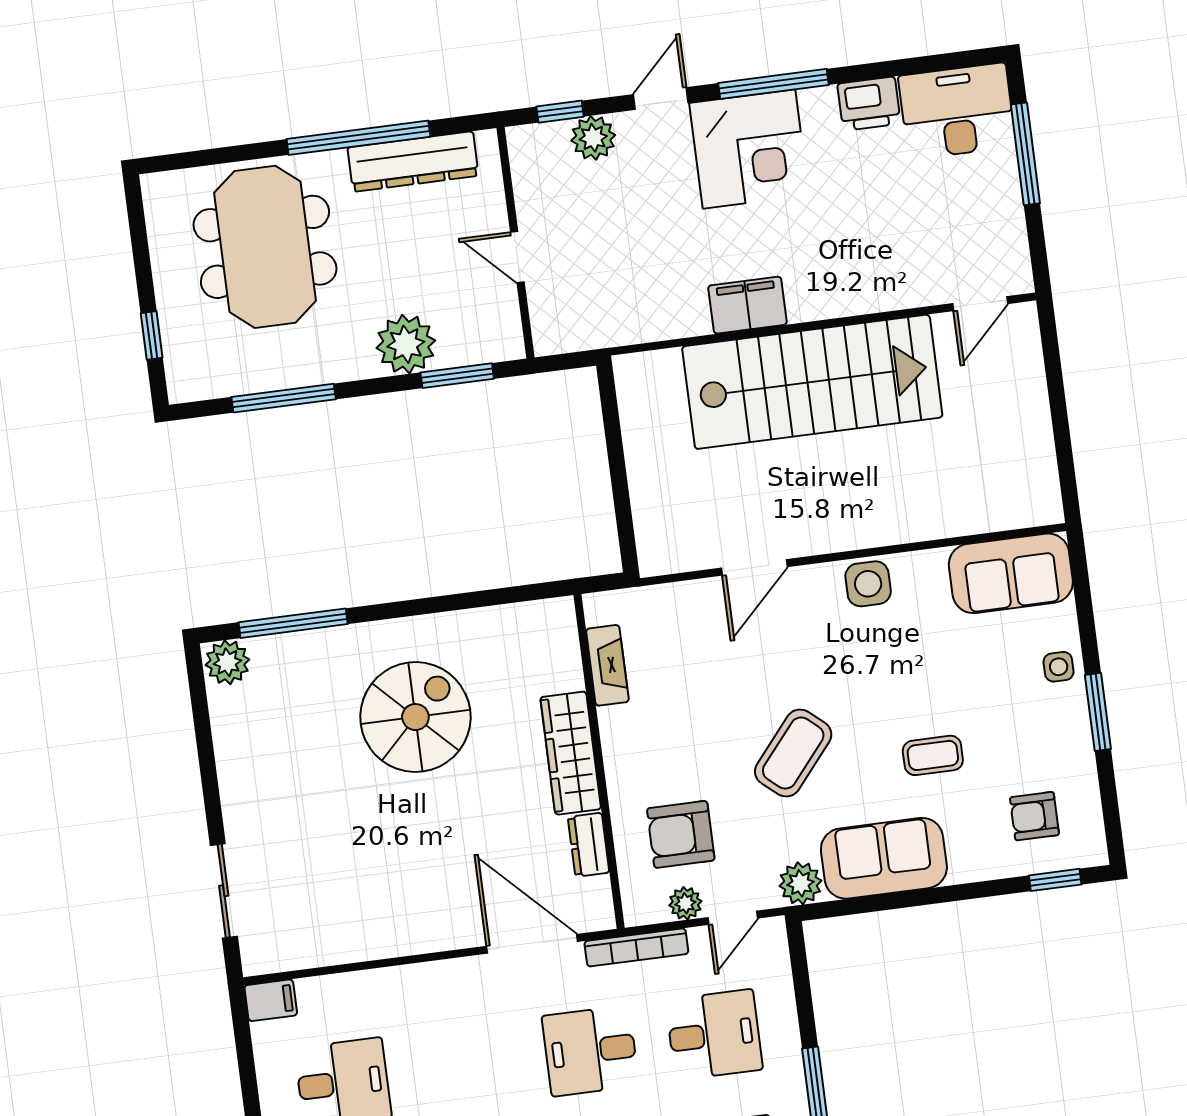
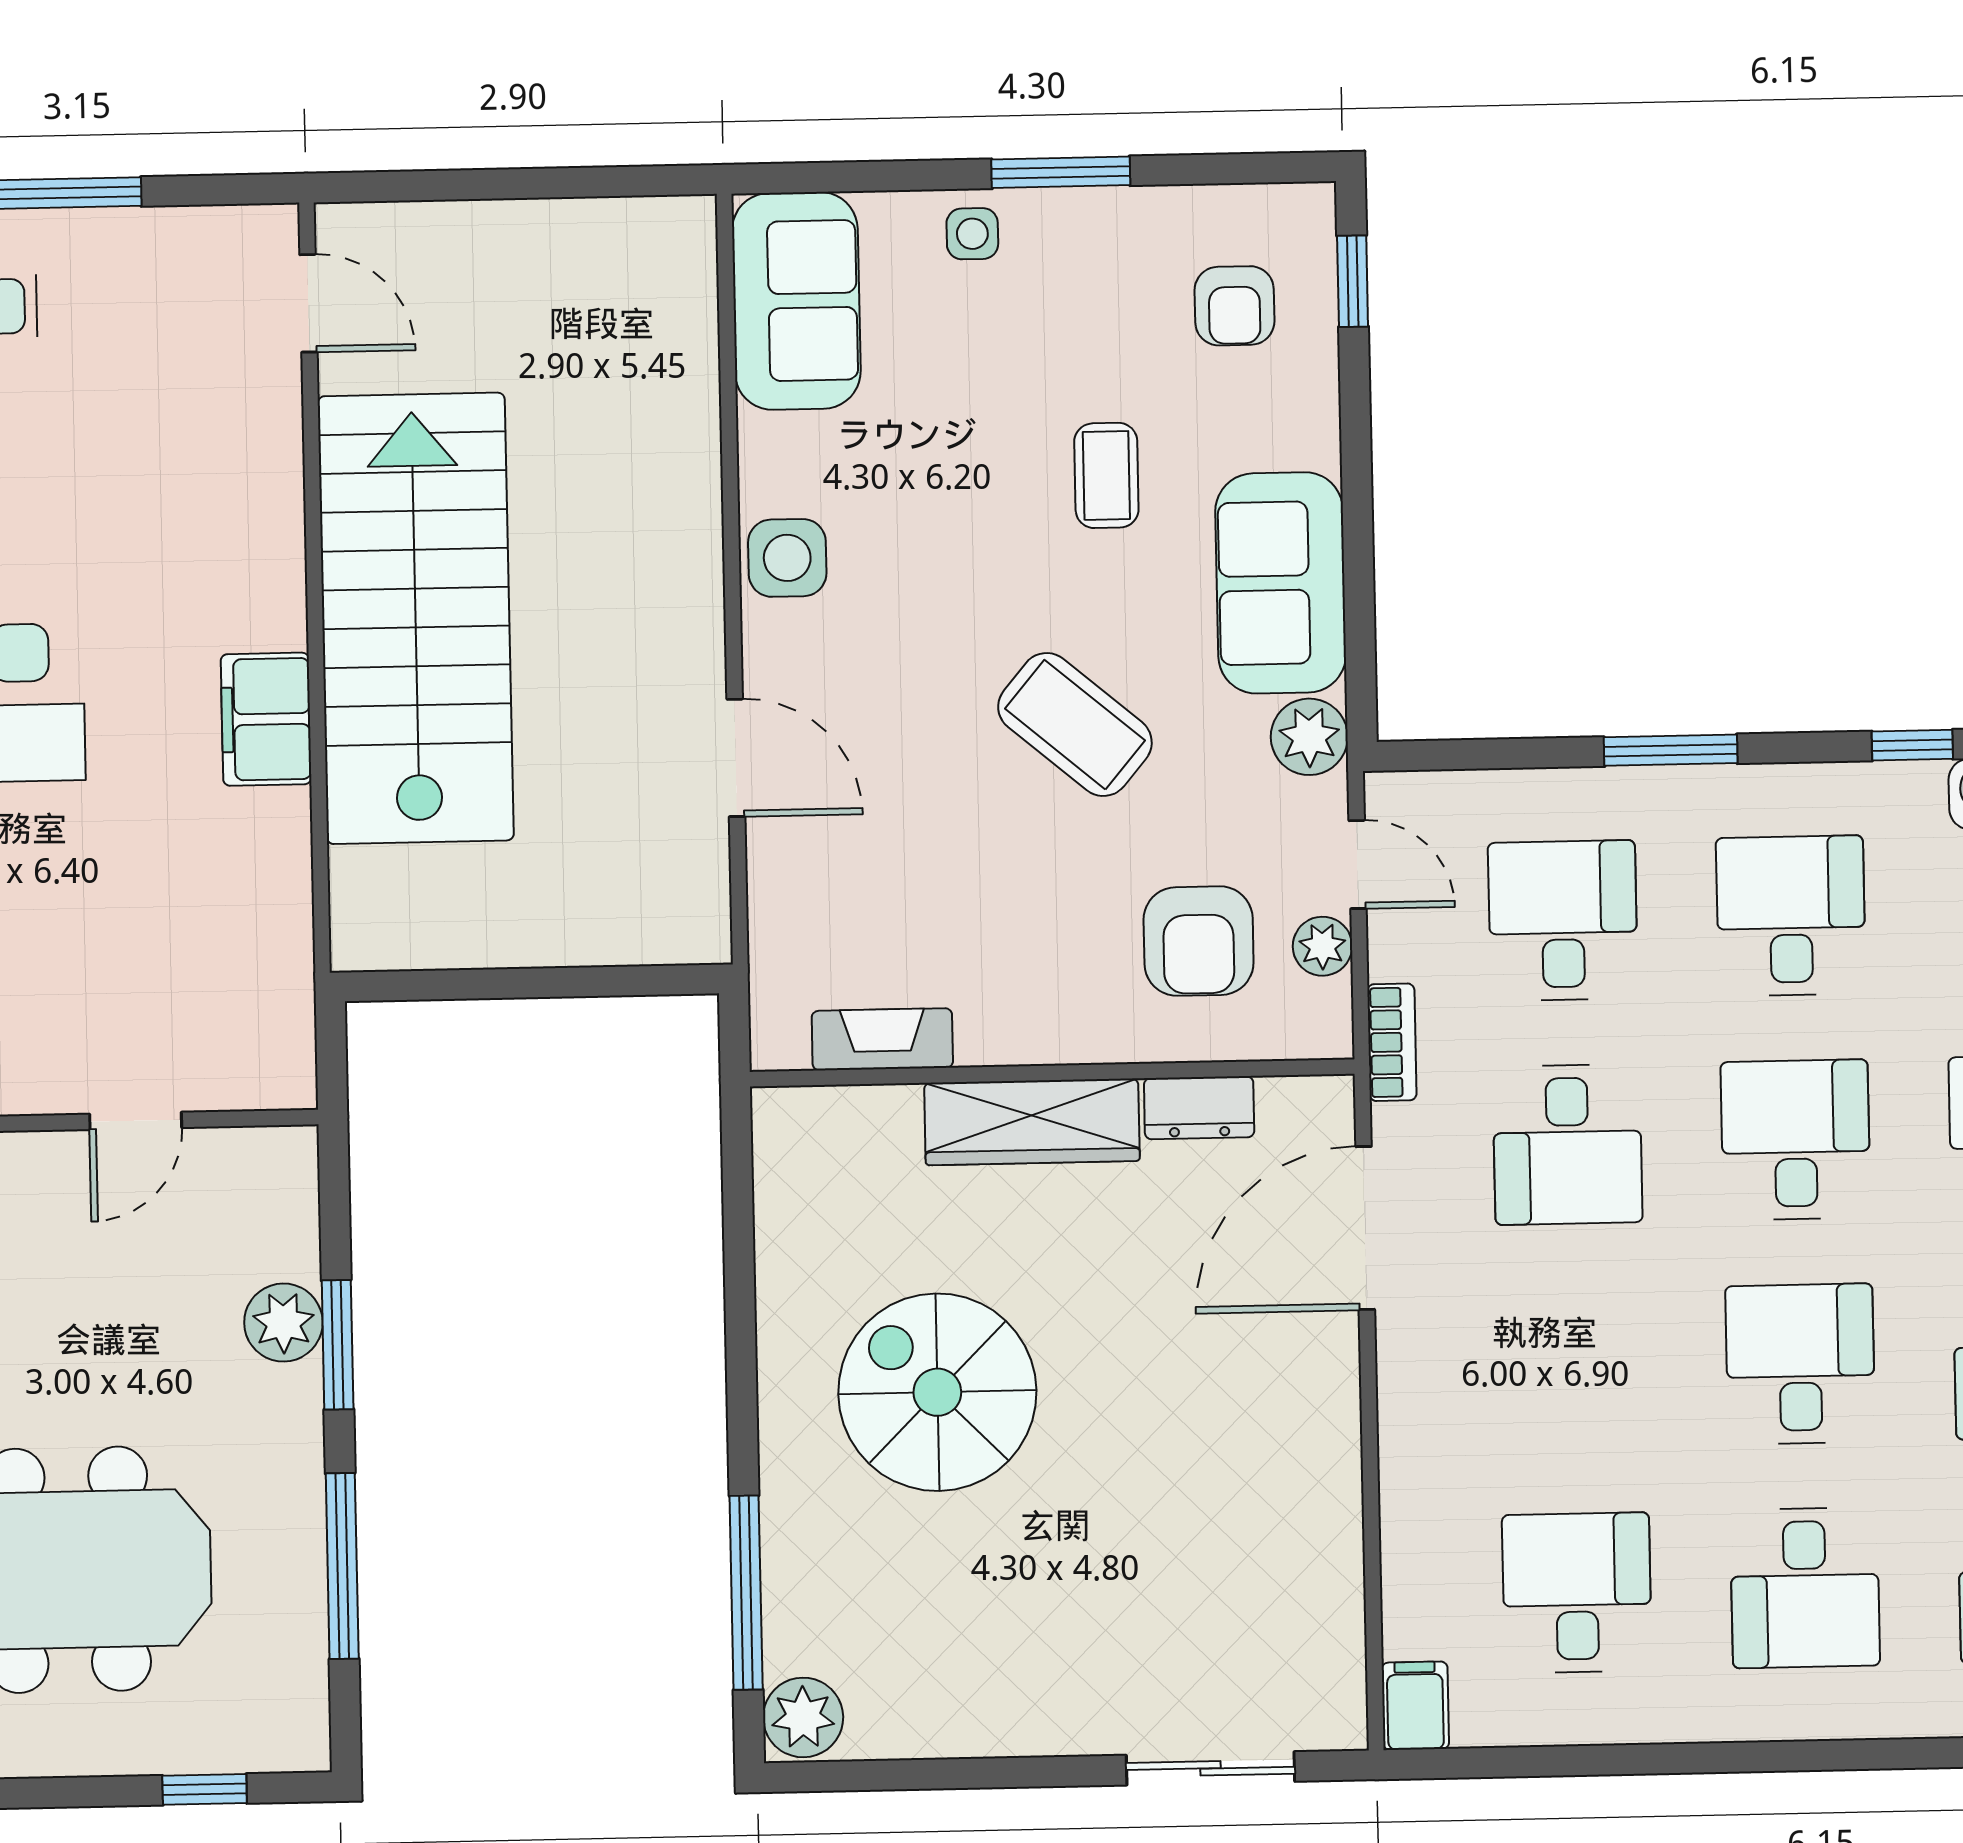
plant: (406, 344) -> (283, 1323), width x0.73, depth x0.73
window: (457, 376) -> (338, 1345), moved
bookcase: (636, 947) -> (1392, 1042), width x0.64

